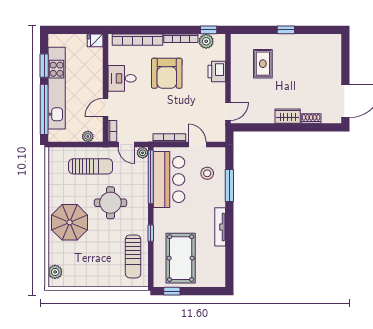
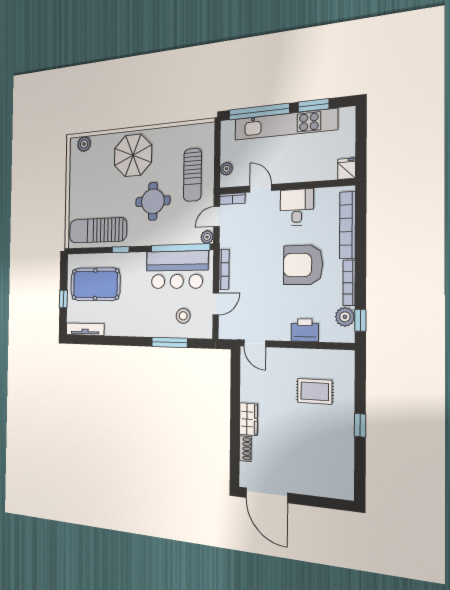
tv unit: (220, 227) -> (85, 329), moved
sun lounger: (133, 256) -> (98, 230), width x1.36, depth x1.34
window: (172, 291) -> (63, 299), moved

